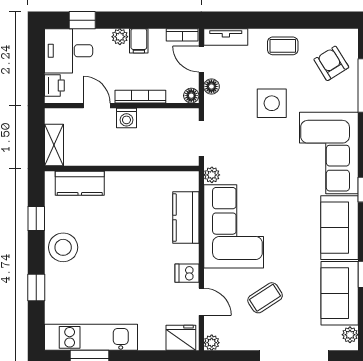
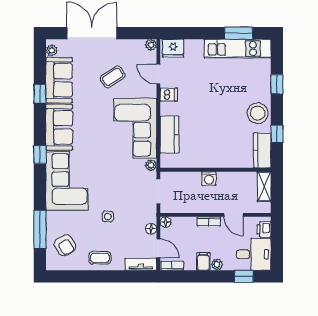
bookcase: (140, 97) -> (209, 221), width x0.64
side table: (272, 103) -> (108, 217), width x0.54, depth x0.54
washing machine: (126, 118) -> (209, 179), moved, turned 180
kitchen counter: (80, 183) -> (262, 150), moved, turned -90

